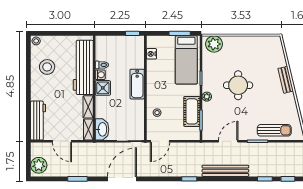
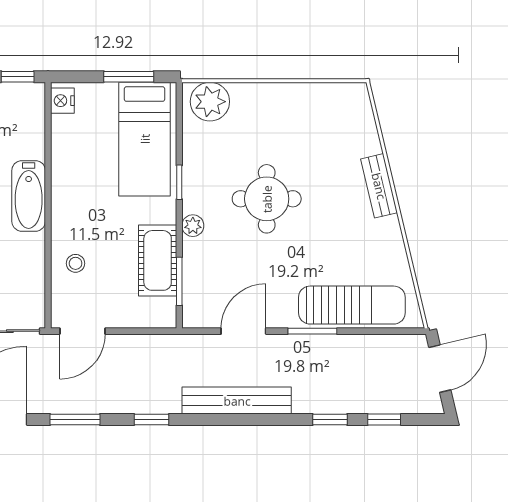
nightstand: (151, 54) -> (62, 101), moved
sun lounger: (274, 130) -> (352, 305), width x1.36, depth x1.34
window: (157, 179) -> (75, 419), added

